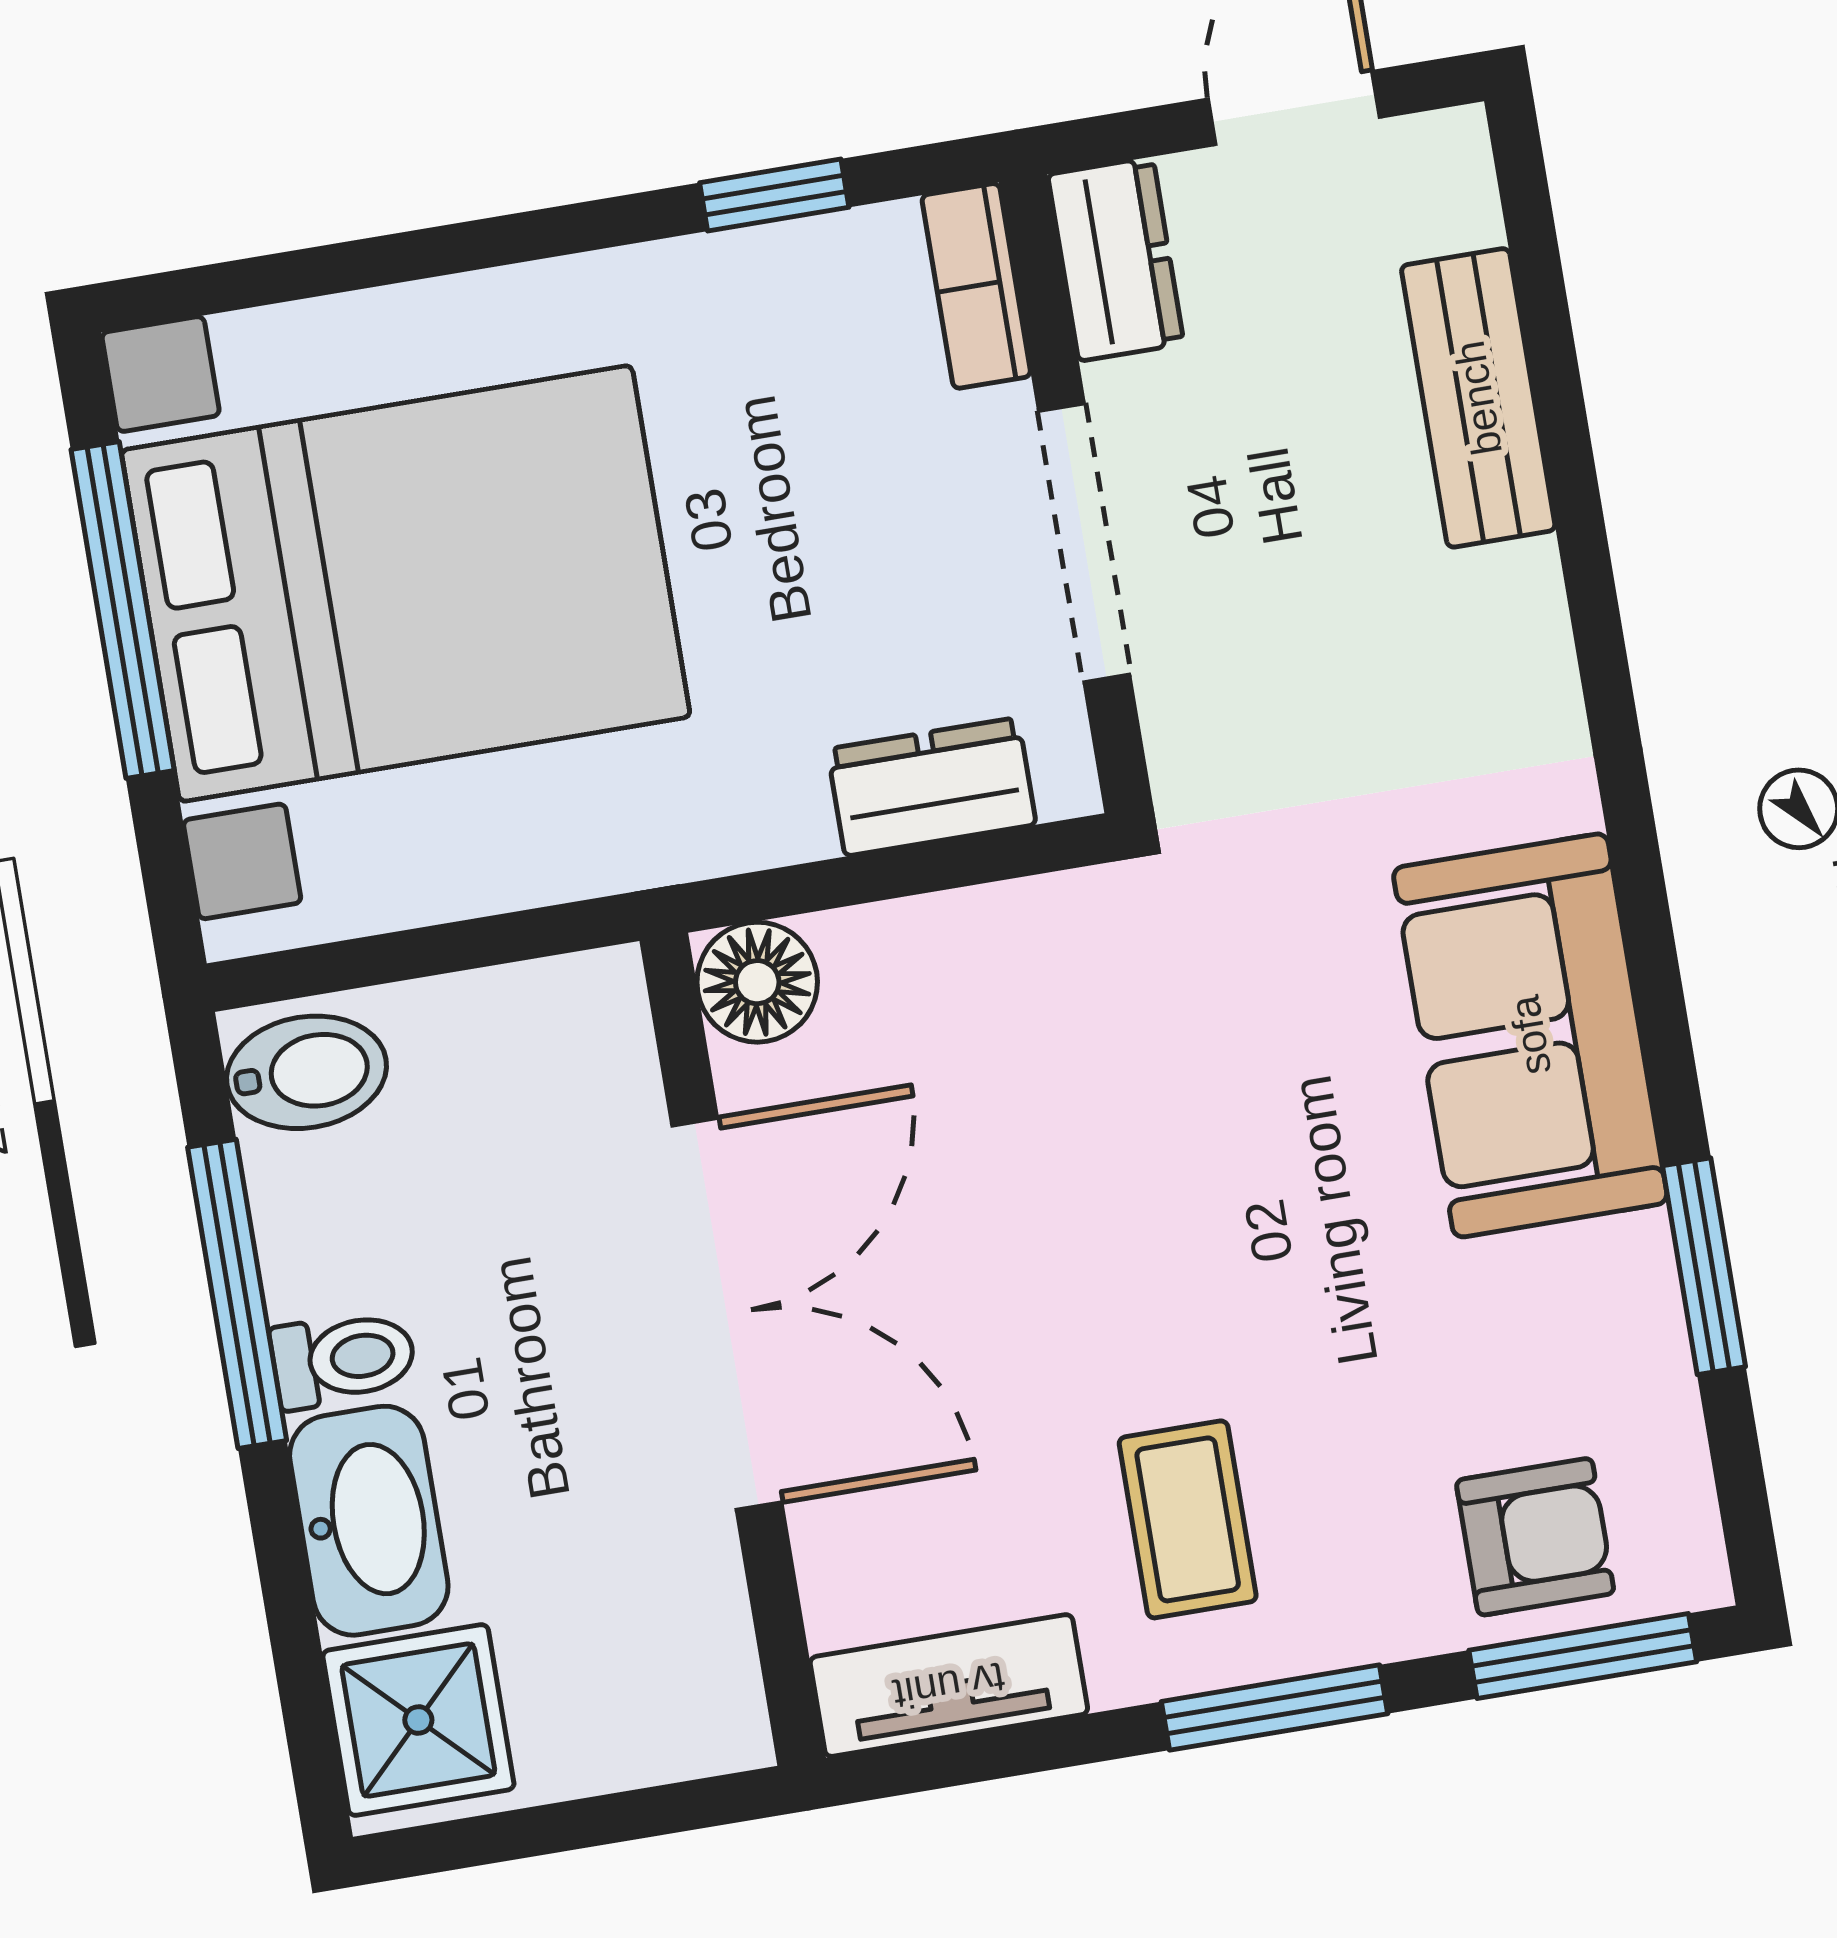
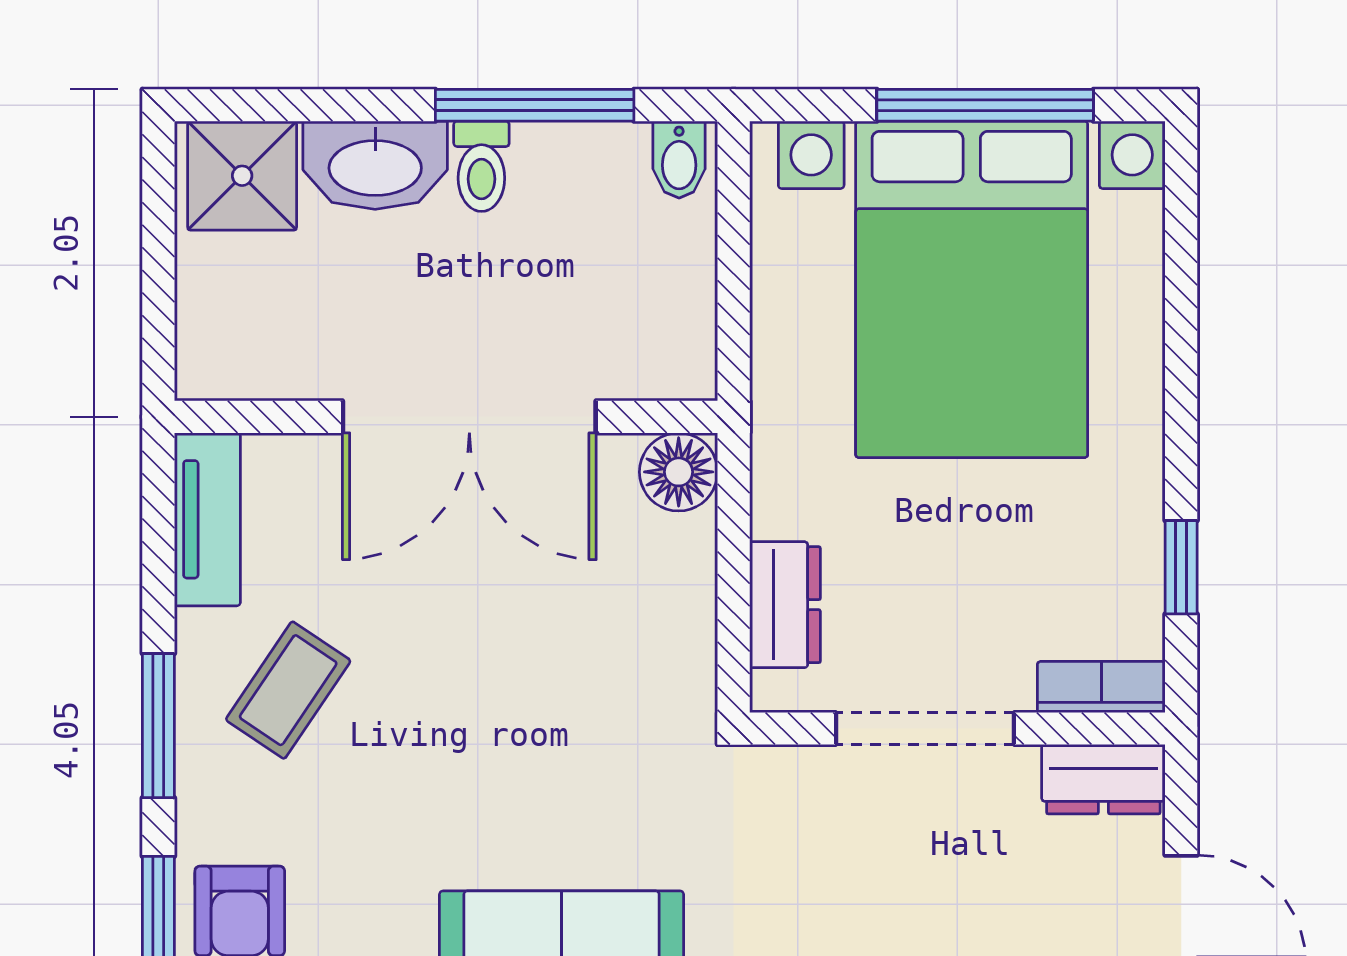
bidet: (307, 1072) -> (679, 160), width x0.72, depth x0.74
coffee table: (1188, 1519) -> (288, 690), turned -56

